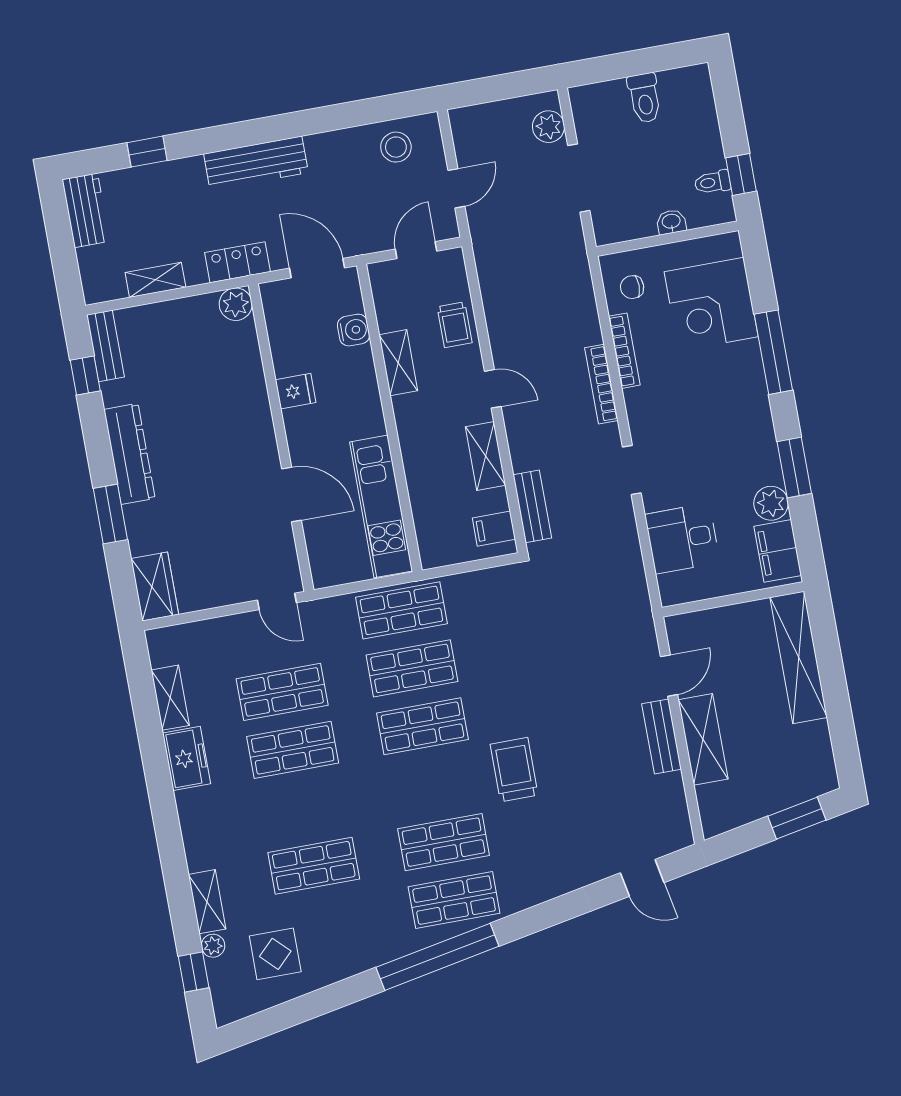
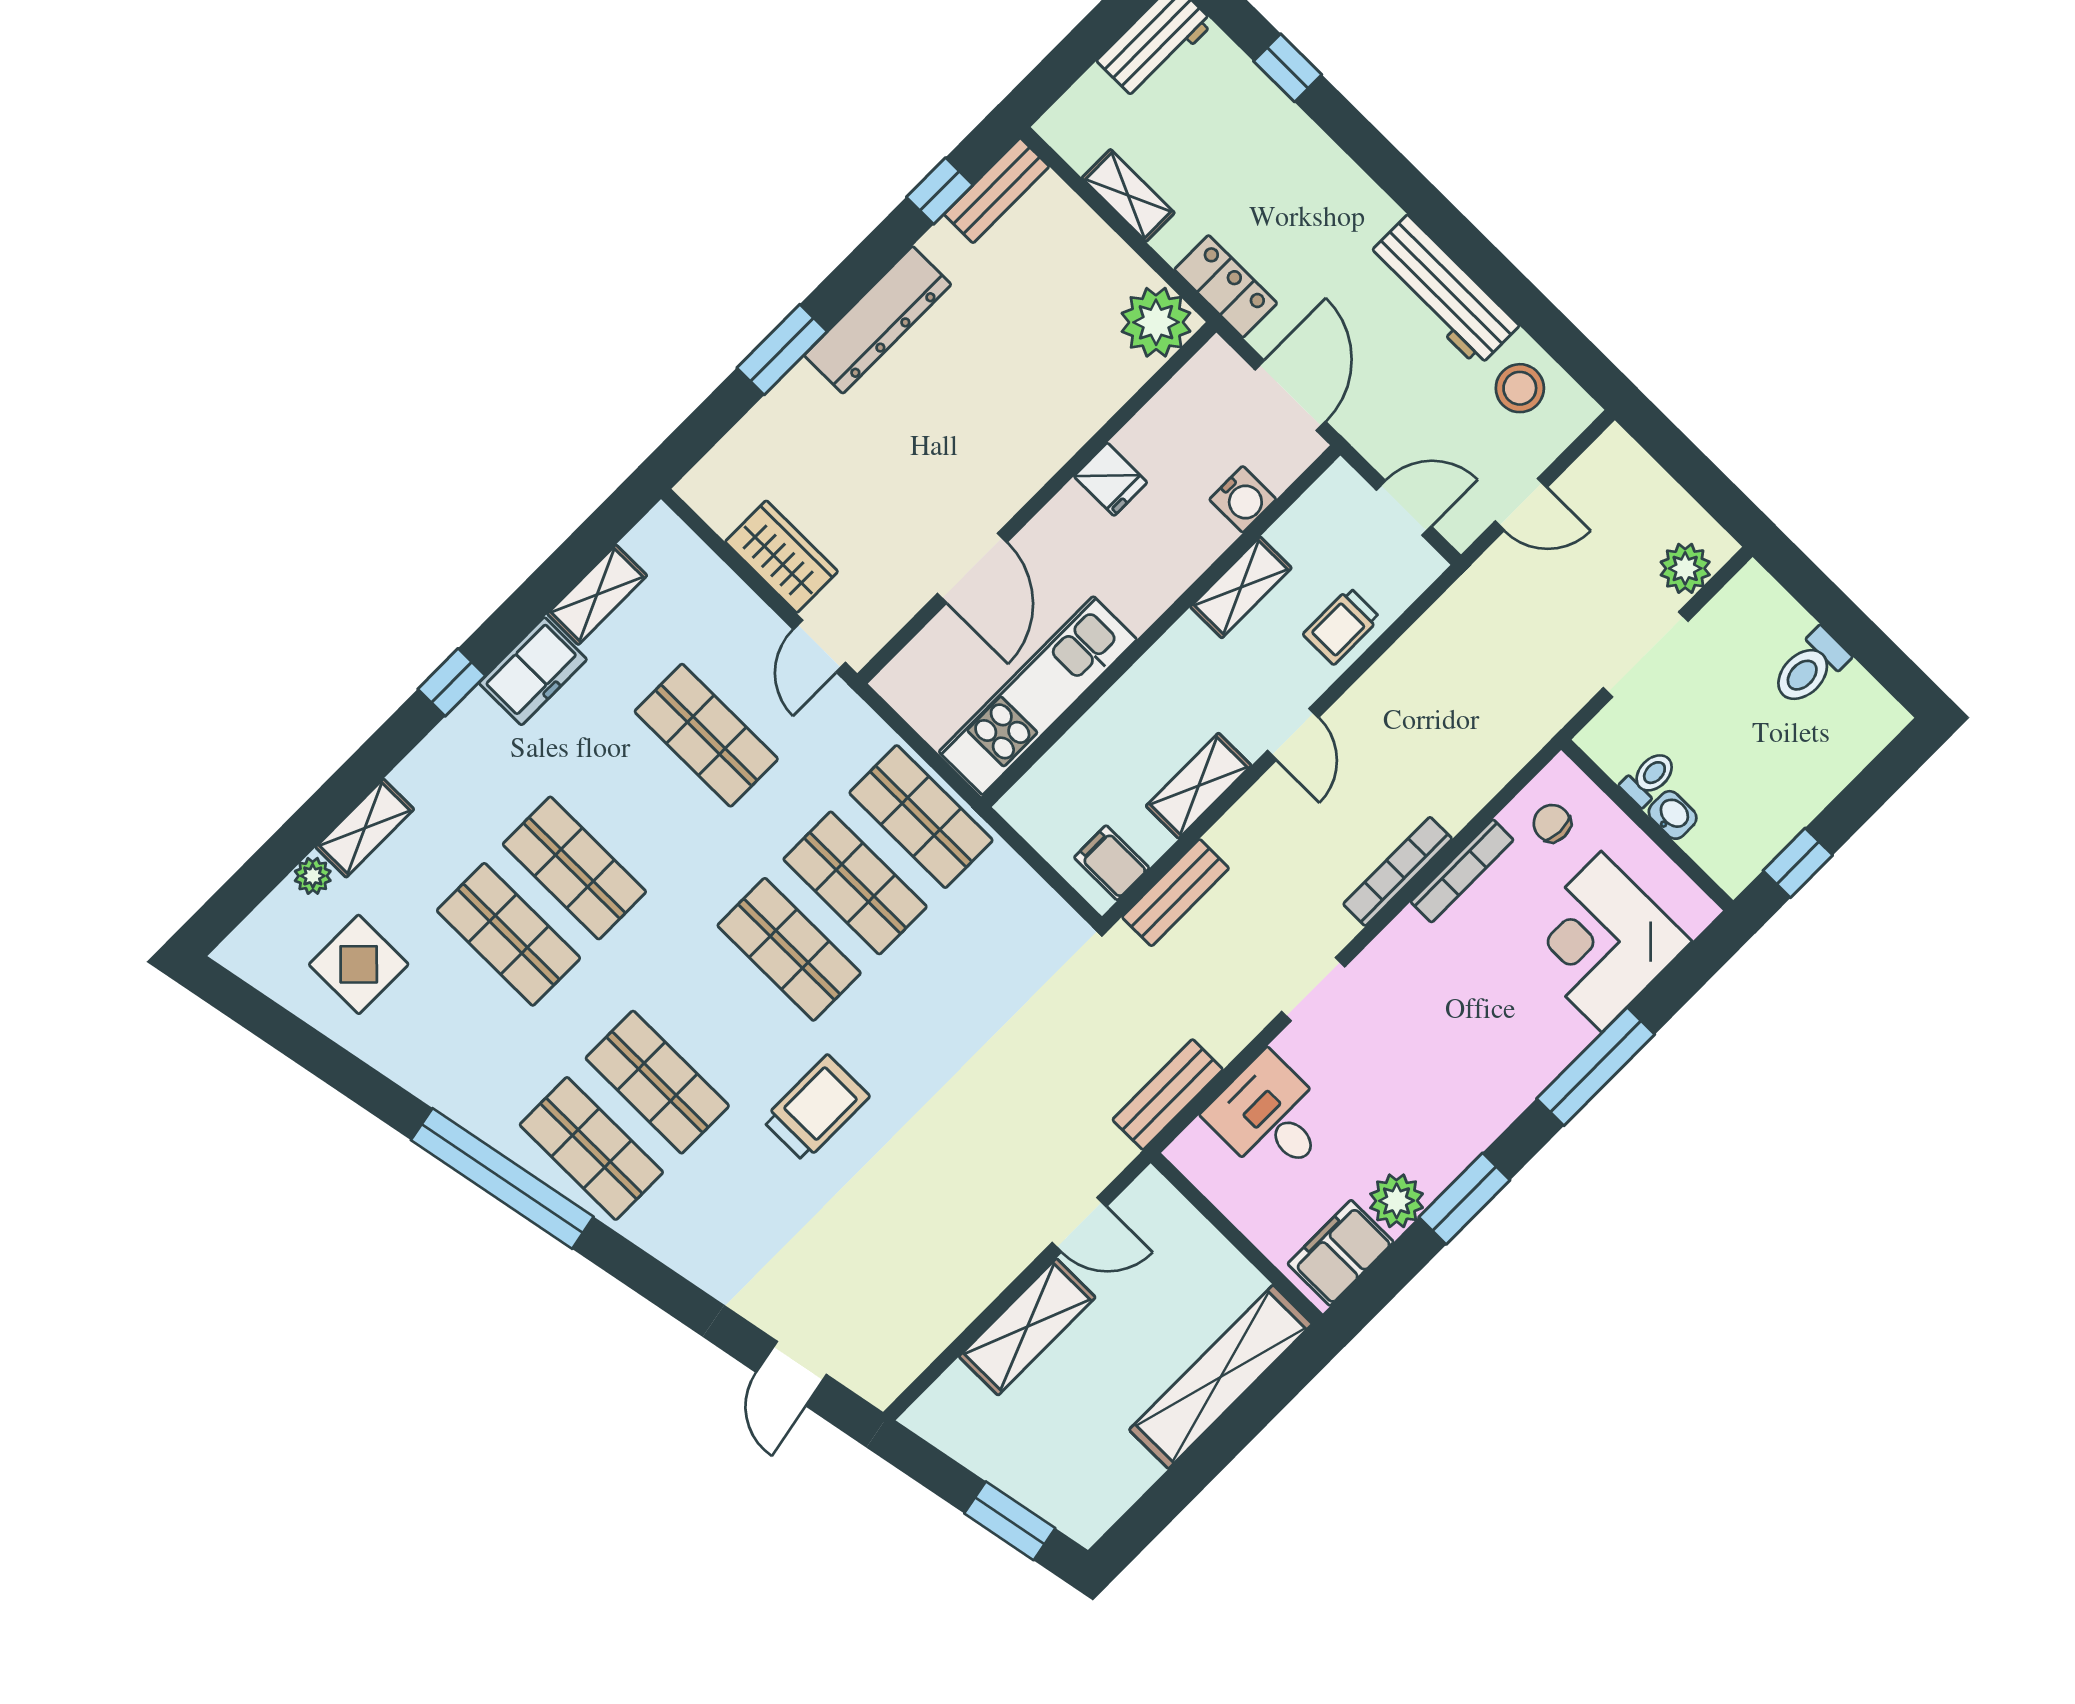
workbench: (256, 163) -> (1443, 291), moved
toilet: (712, 182) -> (1649, 778), moved, turned 90
plant: (236, 304) -> (1156, 322), width x1.36, depth x1.36
wardrobe: (155, 586) -> (781, 557), moved, turned -90
bench: (662, 736) -> (1168, 1095), moved
shop shelf: (293, 750) -> (574, 868), moved
window: (194, 972) -> (452, 682), moved

